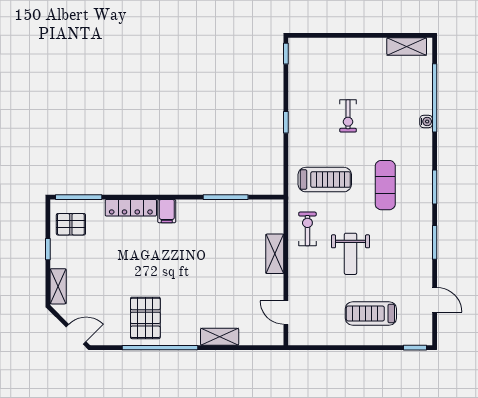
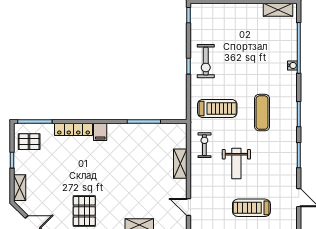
exercise bike: (348, 116) -> (206, 61), moved, width x1.38, depth x1.39

